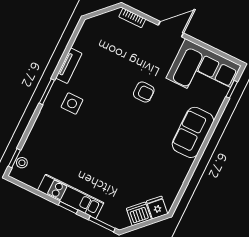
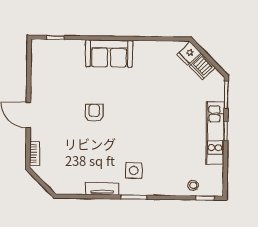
corner sofa: (204, 72) -> (52, 69), removed
stool: (22, 163) -> (193, 185), moved

